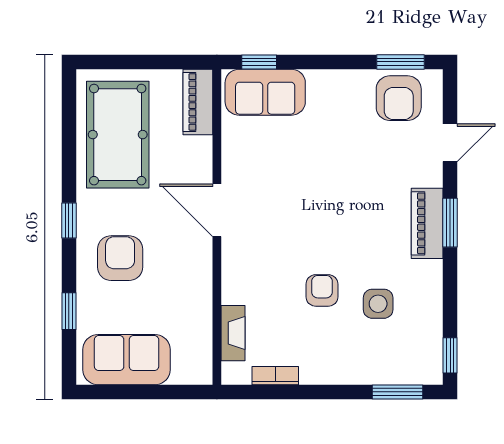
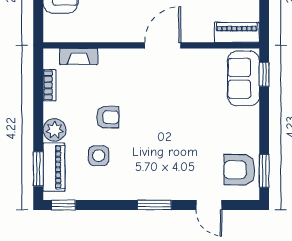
piano: (427, 223) -> (54, 167), moved, turned 90
plant: (341, 368) -> (55, 130), added

